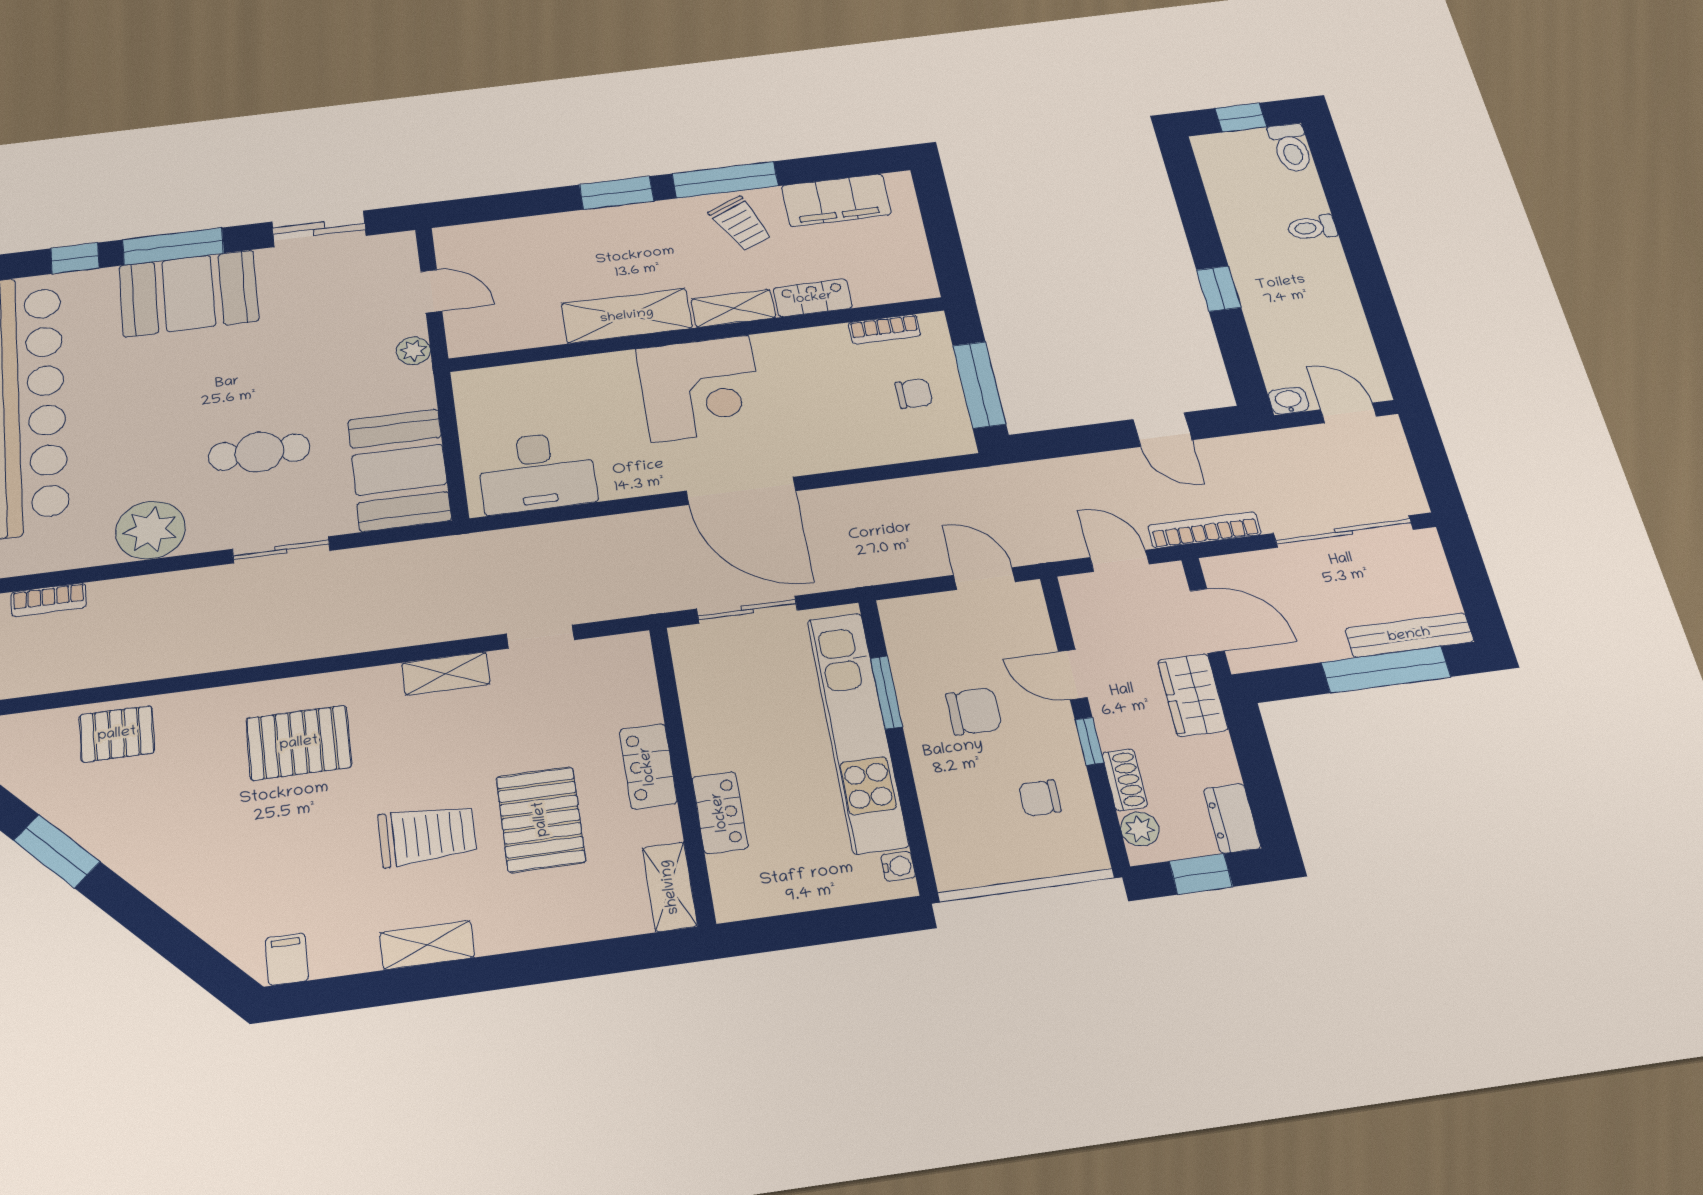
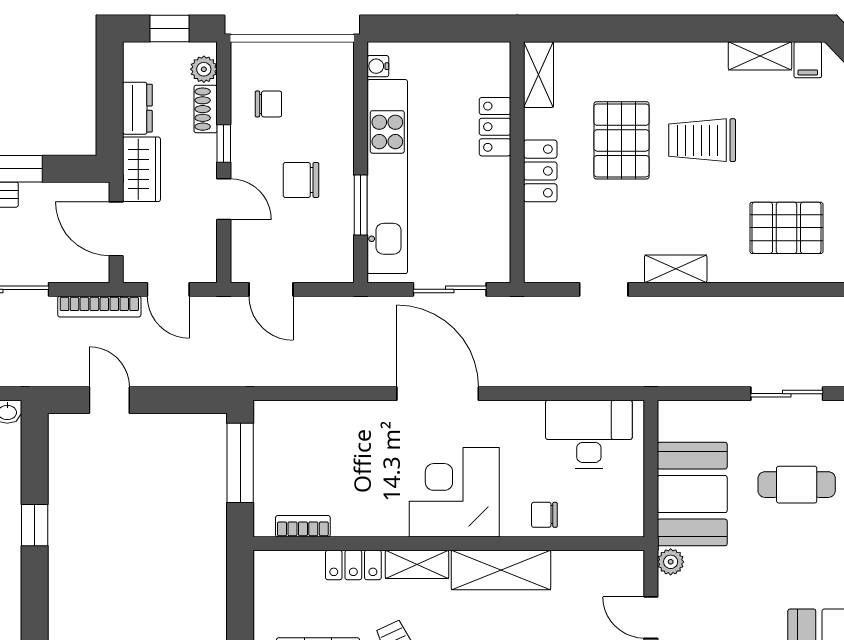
chair: (914, 394) -> (544, 515), moved
booth: (399, 470) -> (692, 494), moved
dresser: (1232, 818) -> (137, 108), moved
shelving: (427, 945) -> (760, 56), moved

